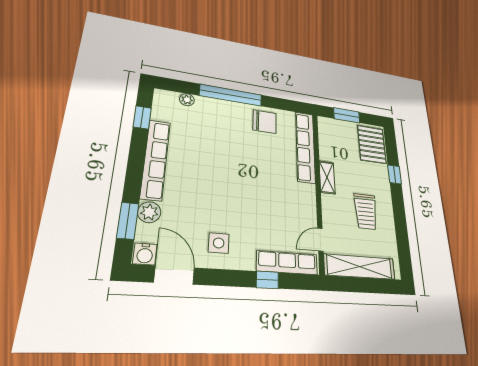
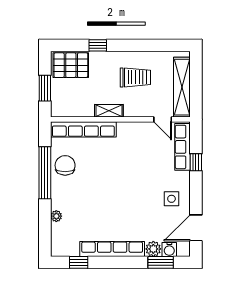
window: (231, 95) -> (45, 173), moved
plant: (187, 100) -> (56, 216), moved
water cooler: (145, 254) -> (169, 249), moved, turned 90

